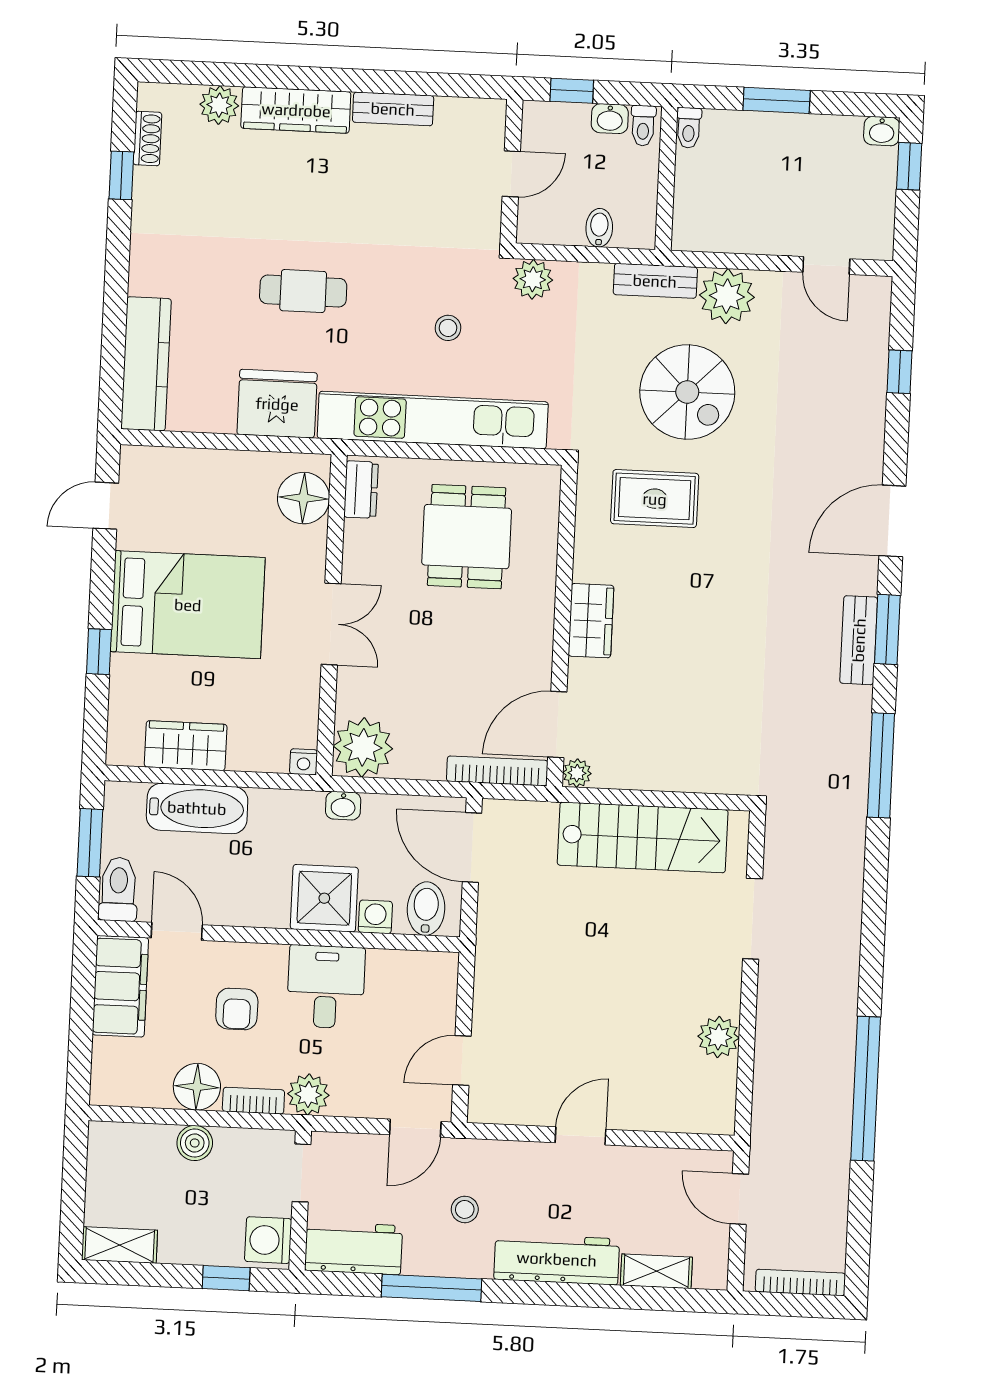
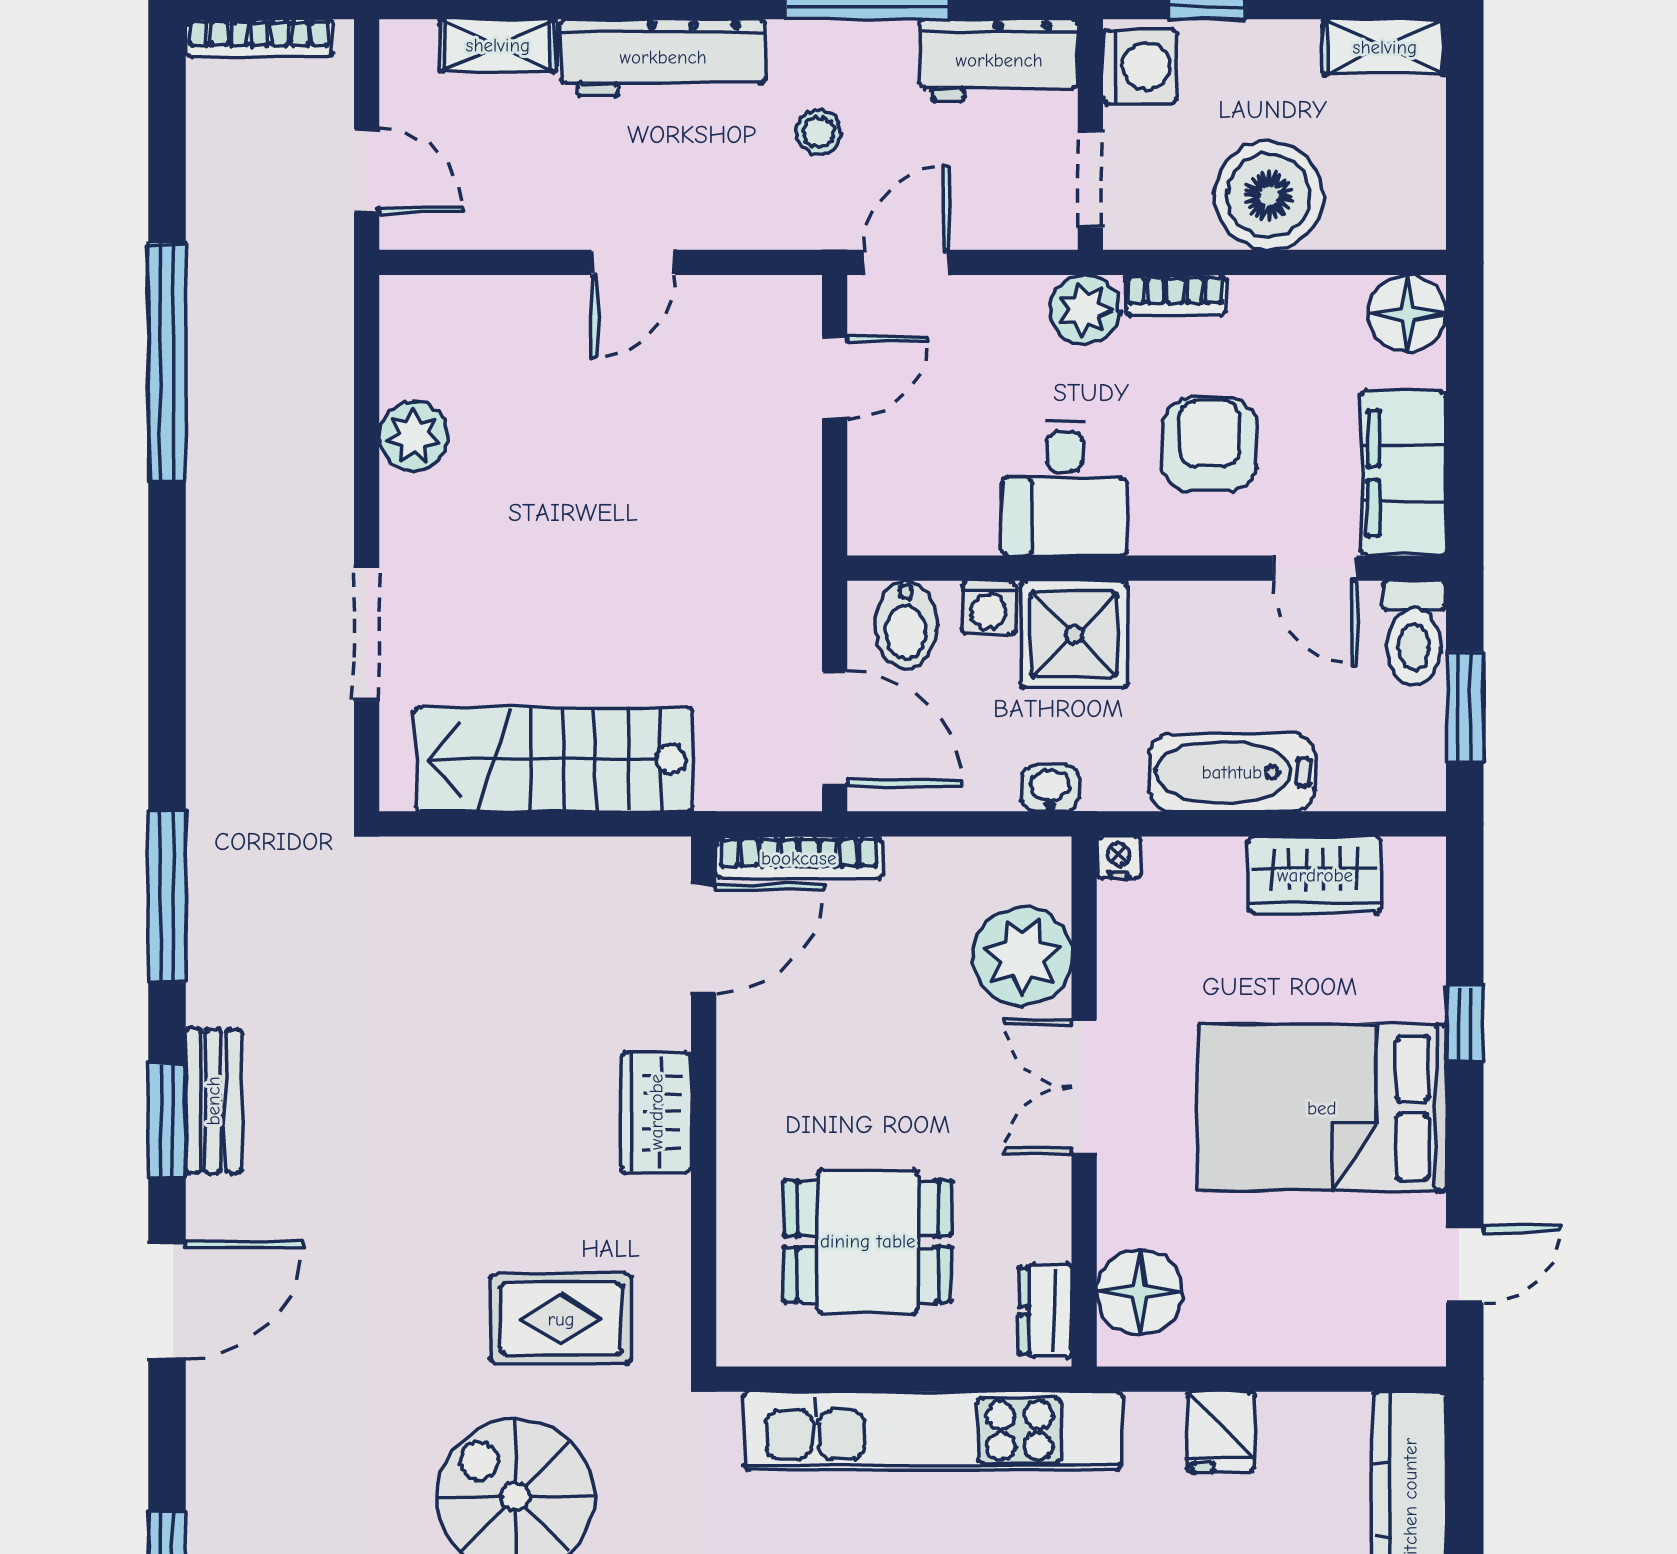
fridge: (277, 404) -> (1220, 1432), width x0.53, depth x0.75
dining table: (467, 537) -> (868, 1241), turned 90
plant: (363, 747) -> (1022, 956), moved
plant: (577, 773) -> (667, 860), removed
bathtub: (197, 808) -> (1232, 772), moved
armchair: (237, 1009) -> (1210, 445), width x1.38, depth x1.38
floor lamp: (197, 1087) -> (1407, 314), moved
boiler: (195, 1143) -> (1269, 195), width x1.86, depth x1.86

